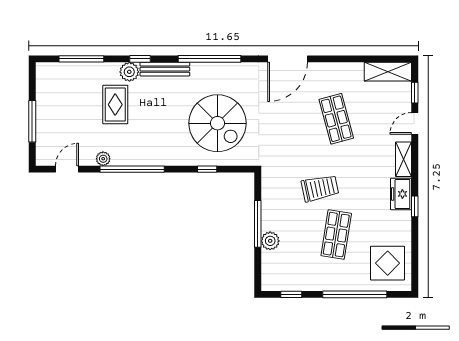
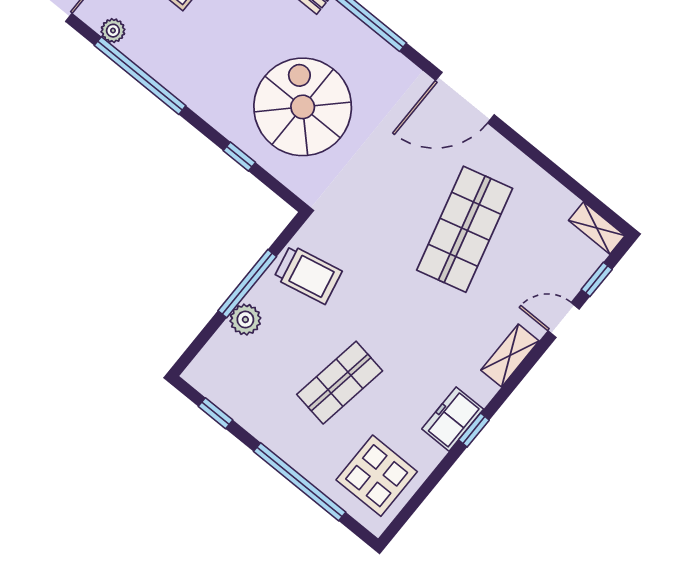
shelving: (388, 72) -> (597, 228), width x0.67, depth x0.75
shop shelf: (336, 119) -> (465, 229), width x1.43, depth x1.36
spiral stairs: (217, 123) -> (303, 107), turned 180
trolley: (320, 188) -> (308, 275), moved
freezer: (401, 194) -> (453, 419), moved

